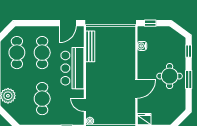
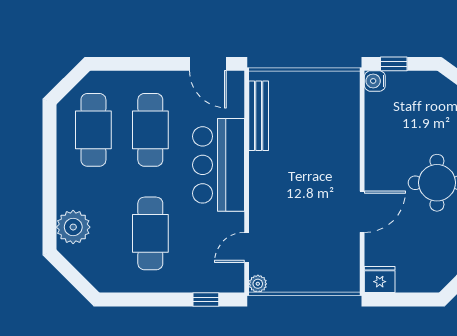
door: (68, 23) -> (208, 64), hinge flipped
water cooler: (142, 46) -> (375, 81), moved
door: (85, 105) -> (247, 247), hinge flipped

